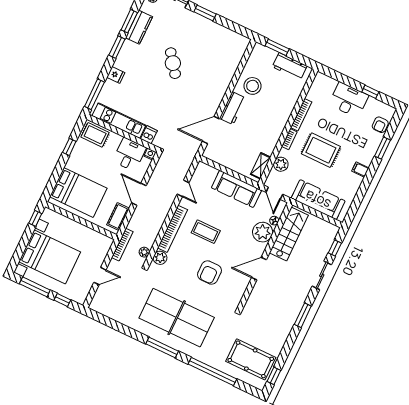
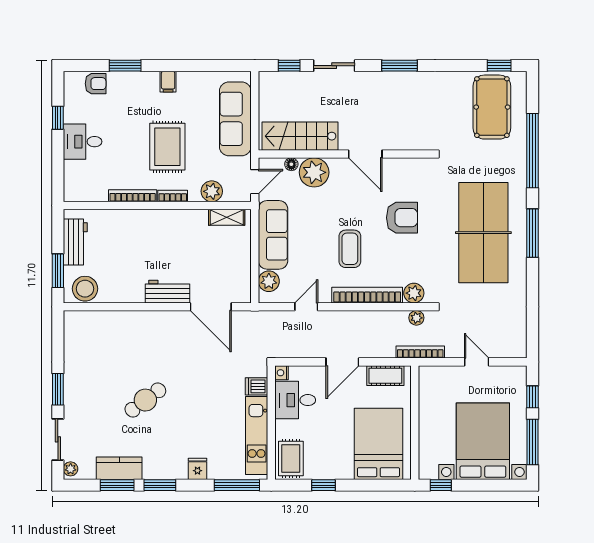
stool: (253, 86) -> (85, 289), moved
desk: (349, 100) -> (83, 142), width x0.73
plant: (209, 173) -> (269, 281), added

